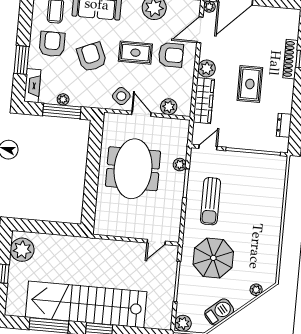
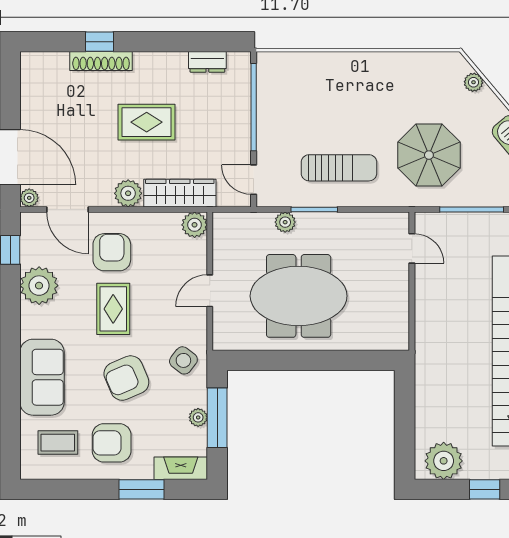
side table: (121, 96) -> (183, 360), moved
plant: (169, 107) -> (195, 225), moved

